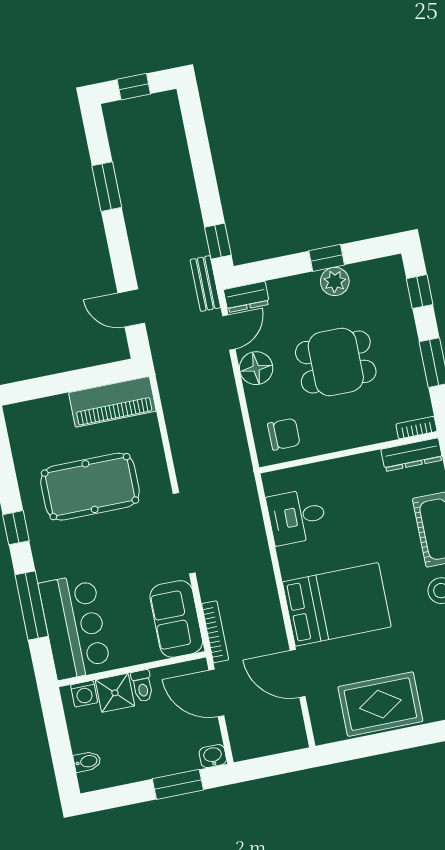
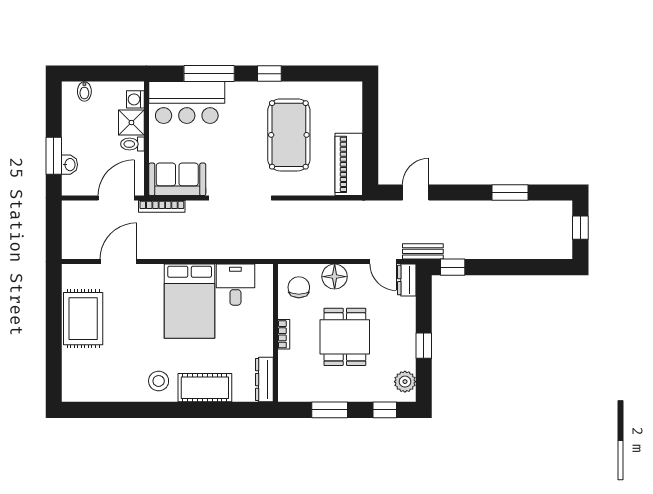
plant: (335, 281) -> (405, 382), moved
floor lamp: (256, 368) -> (335, 277), moved
bookcase: (416, 428) -> (284, 334), moved
chair: (284, 434) -> (299, 287), turned 180
bed: (337, 604) -> (190, 301), moved
washbasin: (213, 756) -> (70, 165), moved

